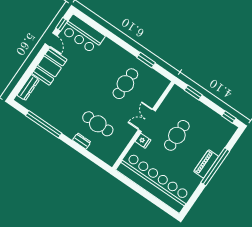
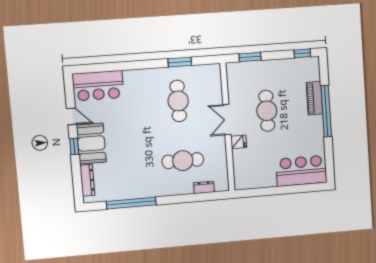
window: (62, 24) -> (74, 146), moved
dresser: (82, 141) -> (204, 187), moved
piano: (206, 164) -> (314, 98), moved
bar counter: (154, 182) -> (301, 171), width x0.54

